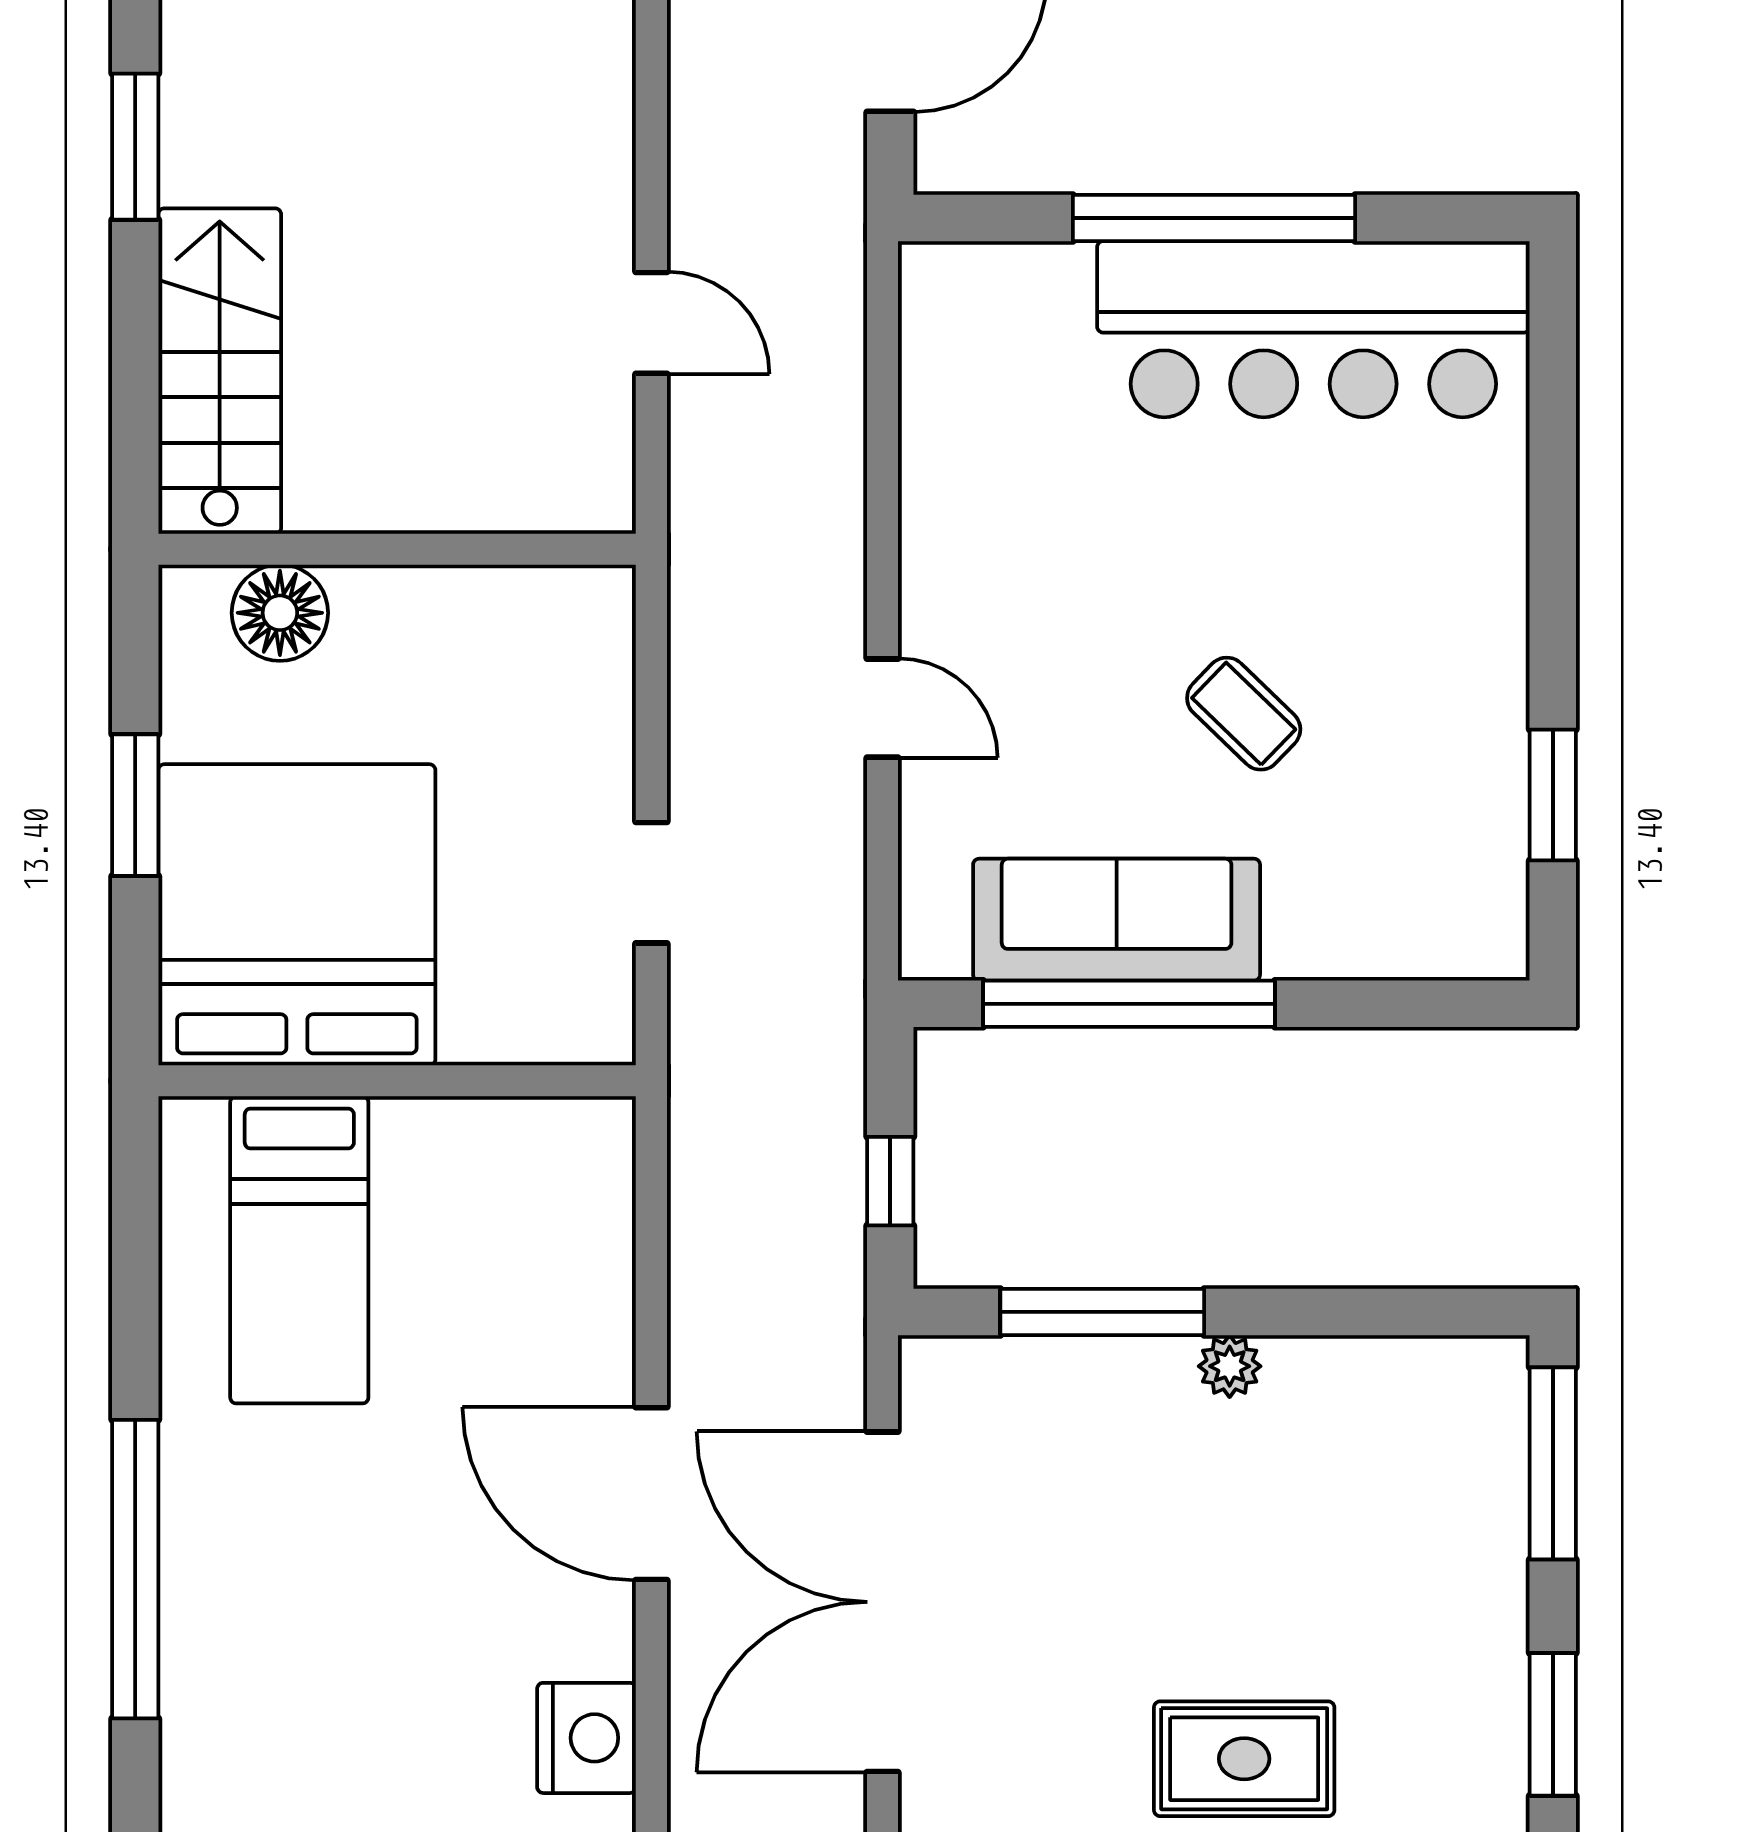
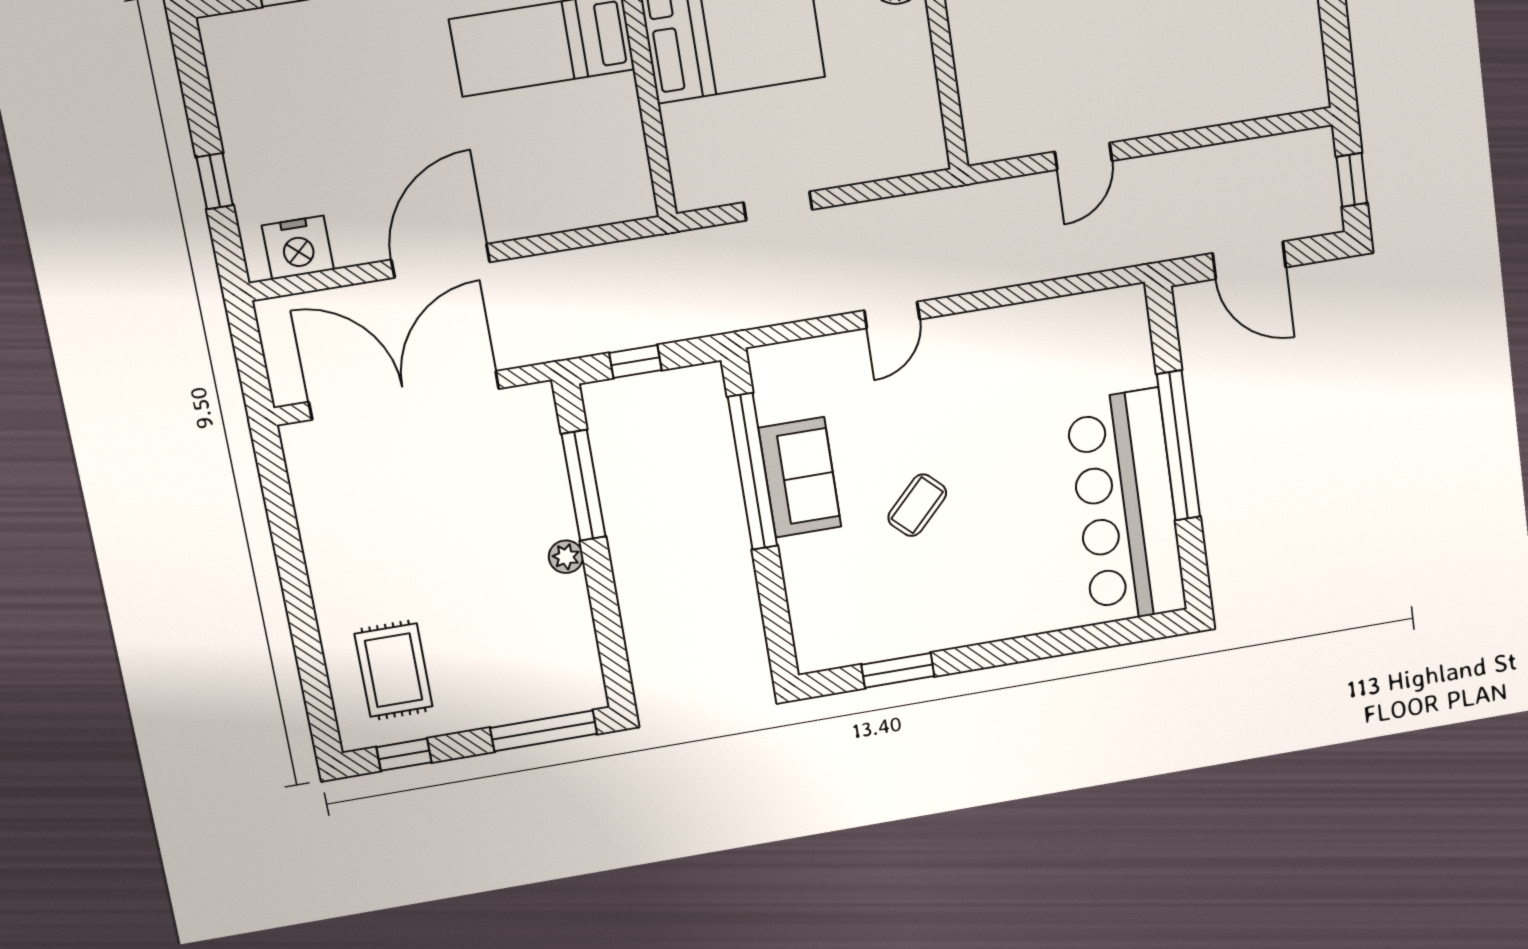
sofa: (1117, 920) -> (800, 477), width x0.73
window: (1553, 1724) -> (404, 755), width x0.67
rug: (1244, 1759) -> (394, 670), moved

